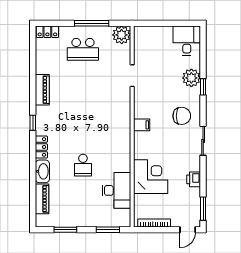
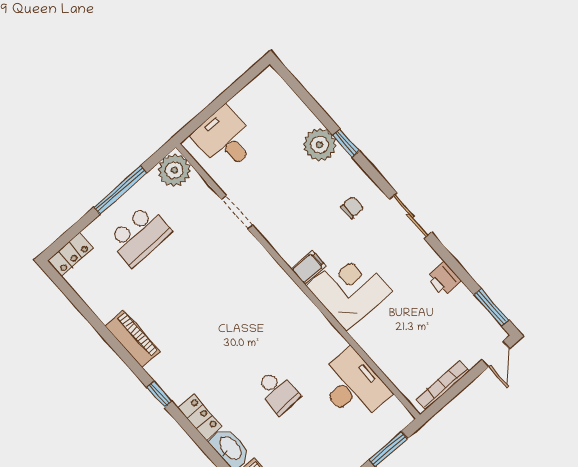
desk: (187, 41) -> (225, 139), moved
chair: (182, 116) -> (352, 207), width x0.54, depth x0.54
corner desk: (151, 177) -> (349, 289), moved

